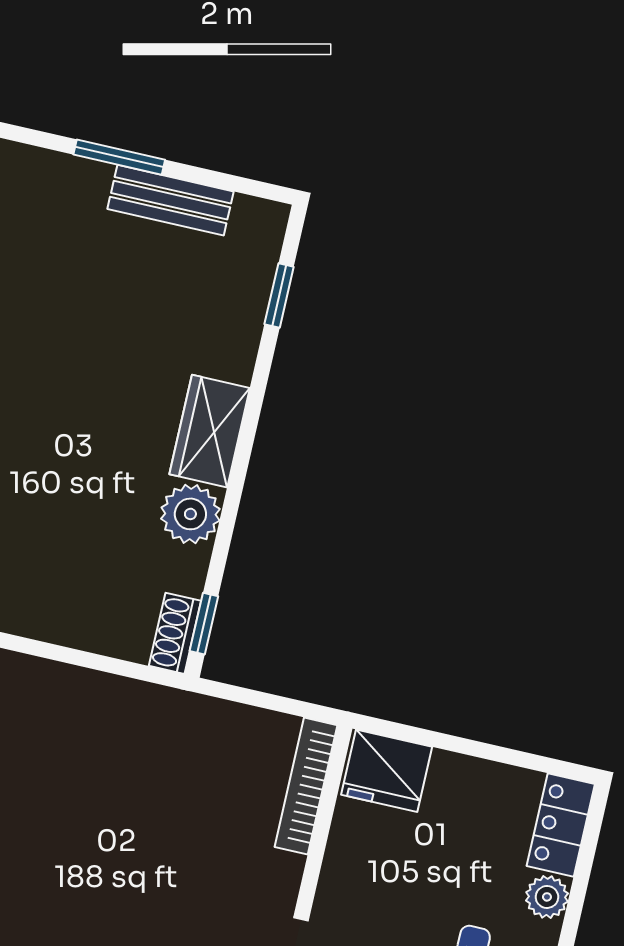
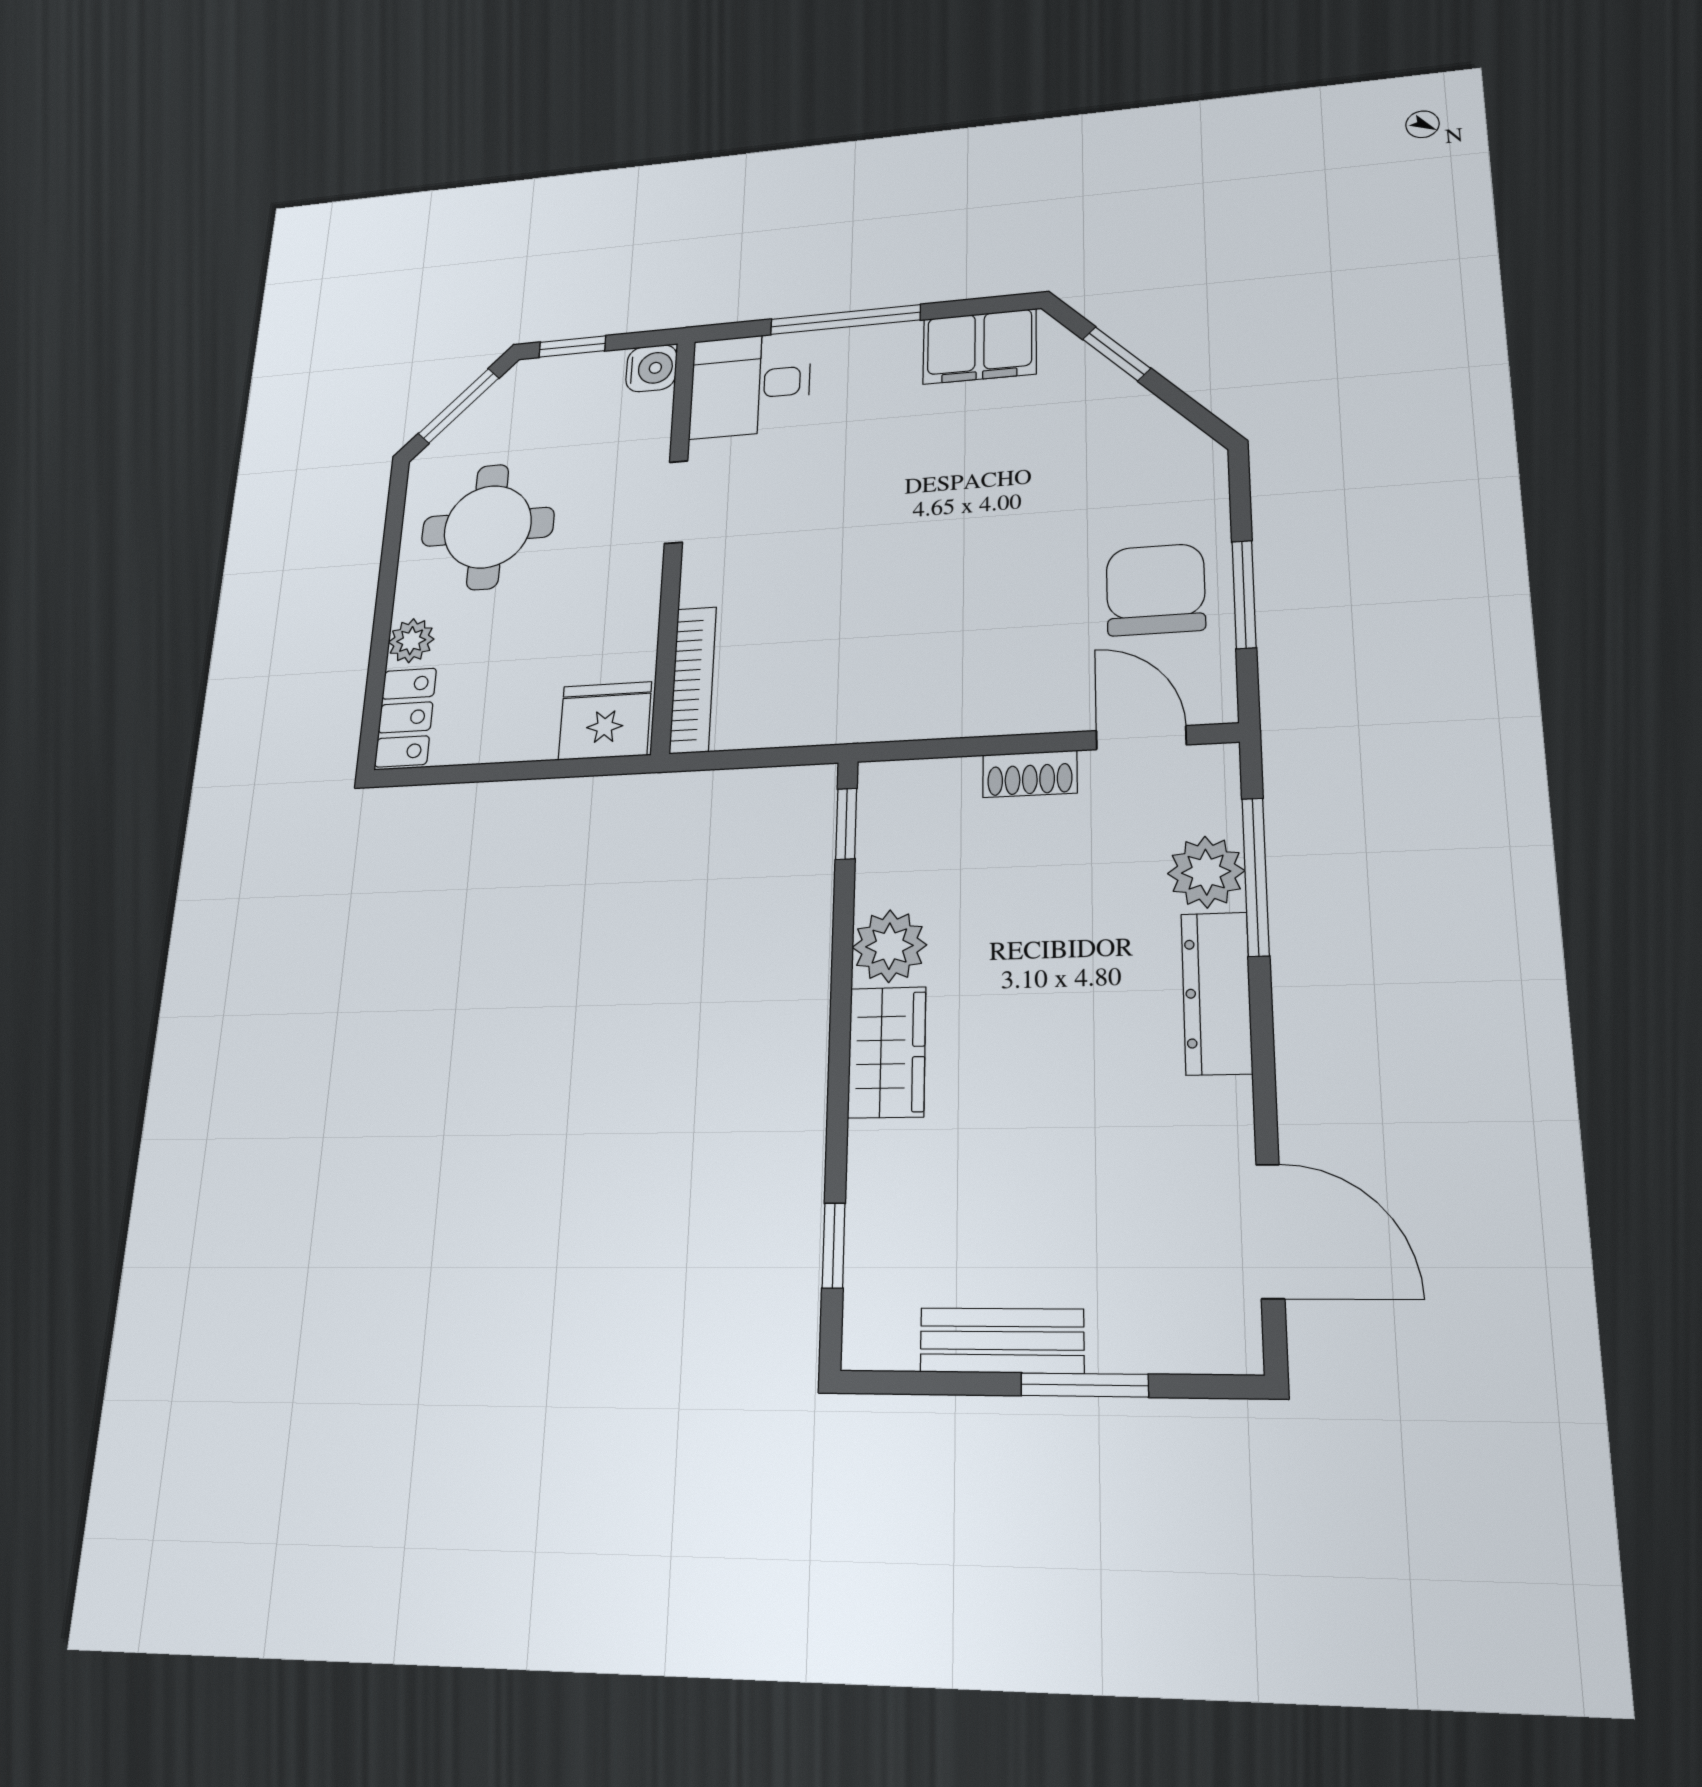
shoe rack: (175, 633) -> (1030, 774), moved, turned 90

